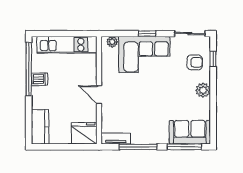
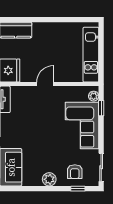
window: (147, 34) -> (101, 108), moved
window: (29, 69) -> (69, 20), removed
dishwasher: (40, 79) -> (59, 30), removed

